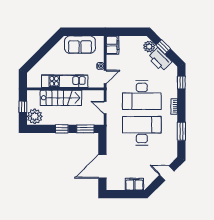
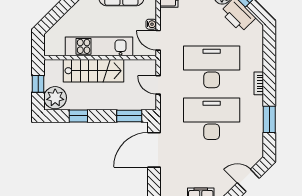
door: (105, 77) -> (158, 40), swing flipped
window: (181, 82) -> (269, 48), removed
desk: (142, 95) -> (212, 67), turned 180
window: (62, 129) -> (78, 116), moved
door: (102, 166) -> (154, 150), moved

